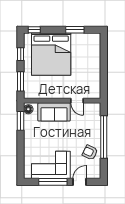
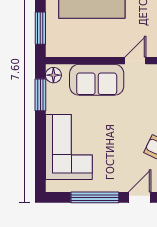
door: (77, 101) -> (135, 61), swing flipped
corner sofa: (51, 165) -> (69, 147), moved, turned 90

